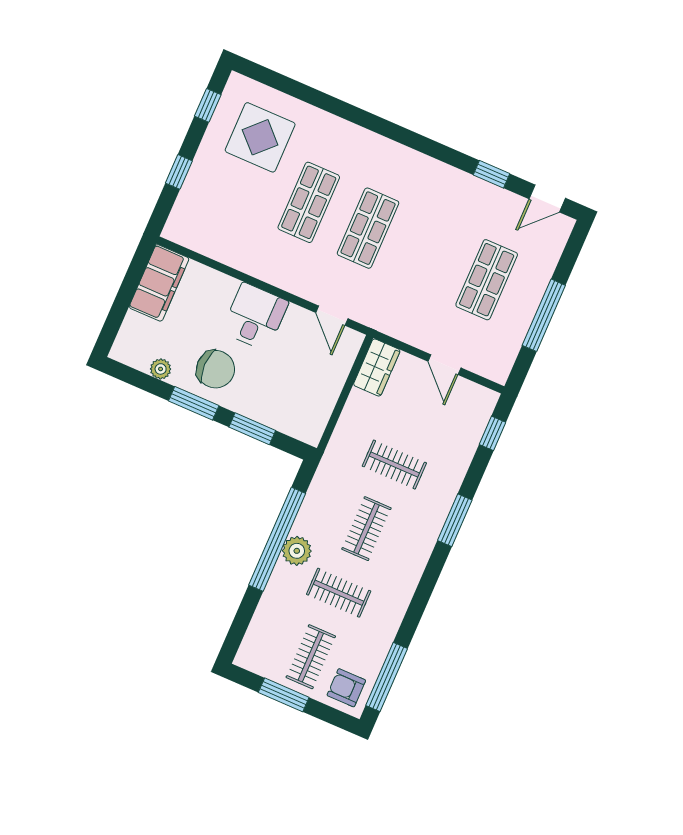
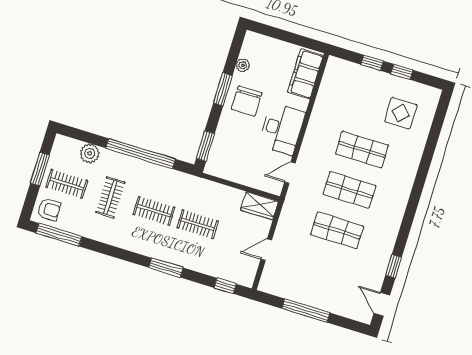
window: (208, 105) -> (402, 72), moved
display table: (260, 137) -> (401, 113), width x0.73, depth x0.73
shop shelf: (487, 280) -> (337, 230), moved
filing cabinet: (159, 283) -> (305, 74), moved, turned 90
desk: (255, 317) -> (282, 129), width x1.37
window: (252, 429) -> (205, 146), moved
clothes rail: (394, 465) -> (198, 224), turned 90
plant: (297, 551) -> (90, 153), moved
armchair: (346, 688) -> (49, 209), turned 90

